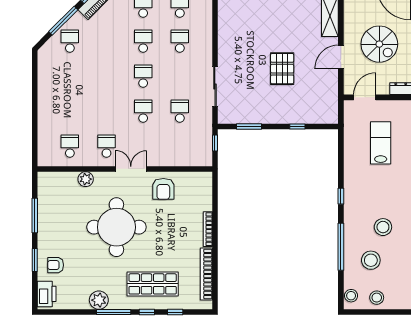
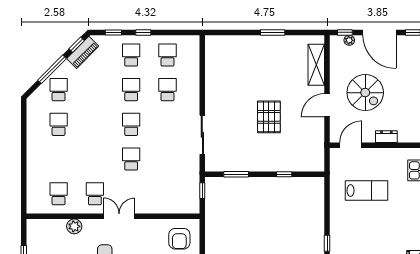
school desk: (180, 111) -> (59, 124), moved
lab bench: (381, 143) -> (367, 191), turned 90
armchair: (163, 189) -> (179, 239), moved

